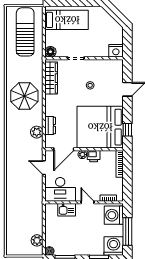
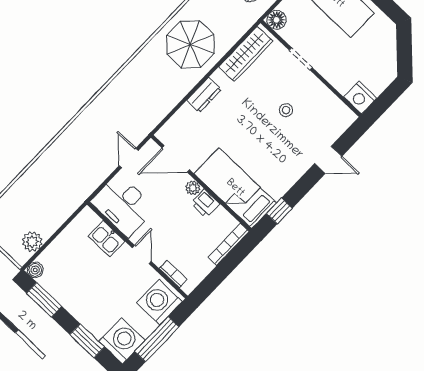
dresser: (50, 125) -> (204, 95), moved
bed: (100, 127) -> (235, 188), width x0.49
plant: (37, 132) -> (162, 105), removed

